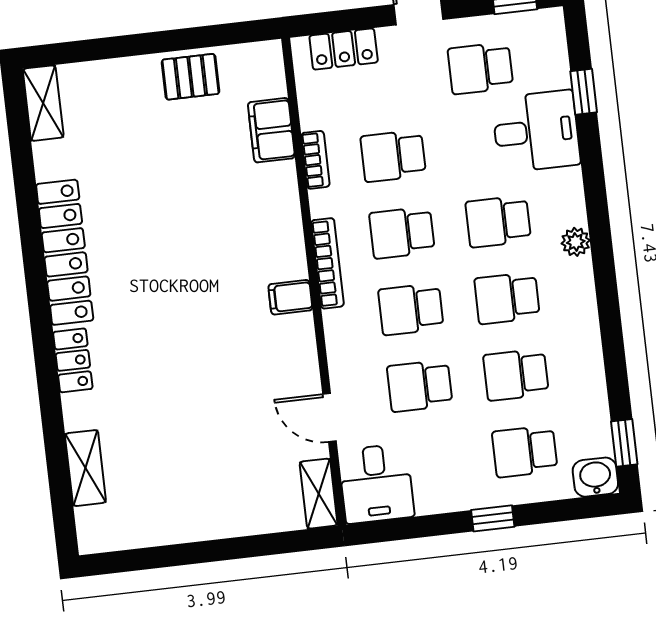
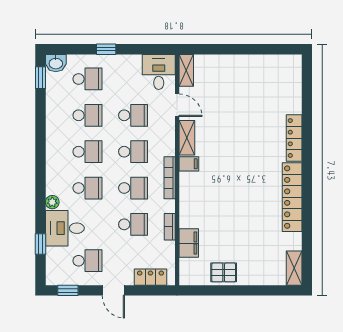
plant: (576, 242) -> (52, 202), moved
locker: (73, 360) -> (294, 138), width x1.53
shelving: (85, 468) -> (187, 138), moved

